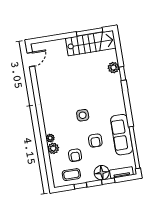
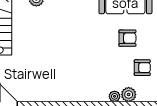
side table: (83, 115) -> (92, 49), removed

